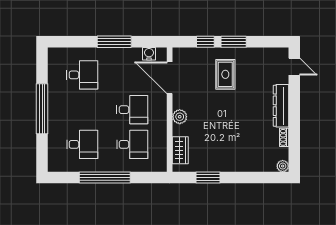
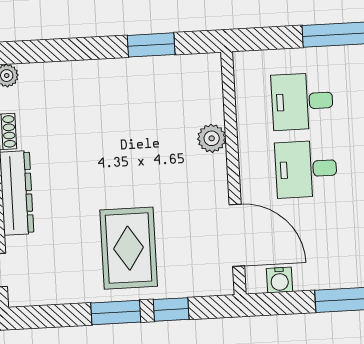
rug: (225, 74) -> (129, 248), width x1.36, depth x1.43
plant: (180, 117) -> (212, 138), moved
wardrobe: (180, 150) -> (208, 95), removed

